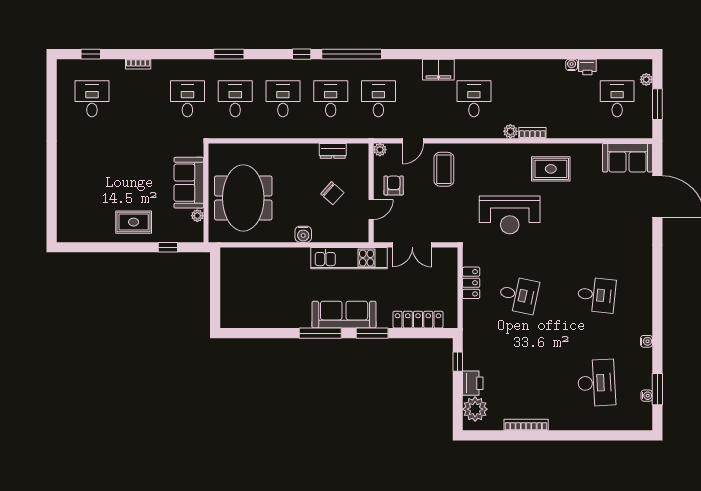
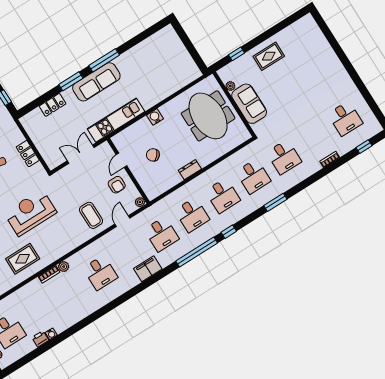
filing cabinet: (438, 70) -> (148, 269), moved
dresser: (333, 151) -> (190, 170), moved
locker: (418, 320) -> (53, 105), width x0.66

